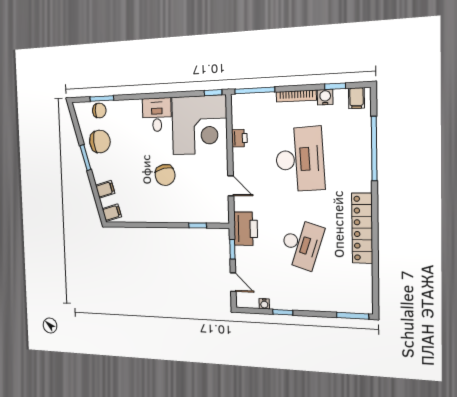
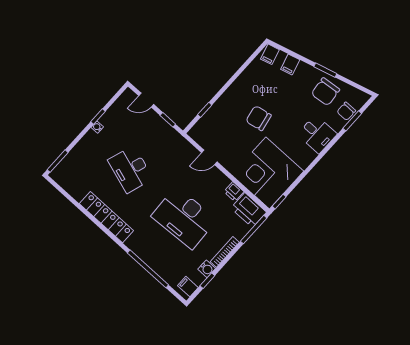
desk: (157, 115) -> (317, 134), moved
printer: (246, 229) -> (249, 210), moved
water cooler: (264, 304) -> (97, 127), moved

